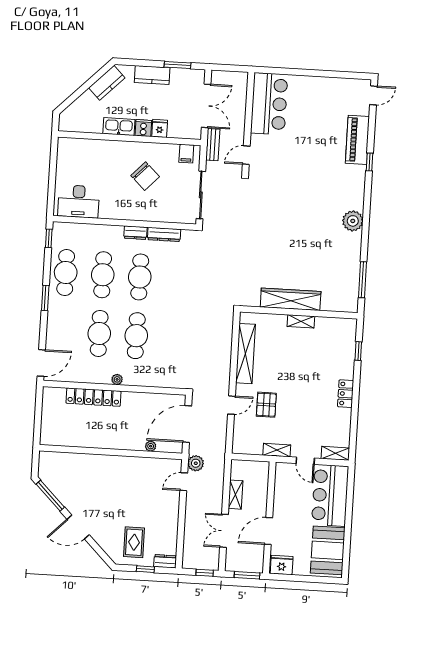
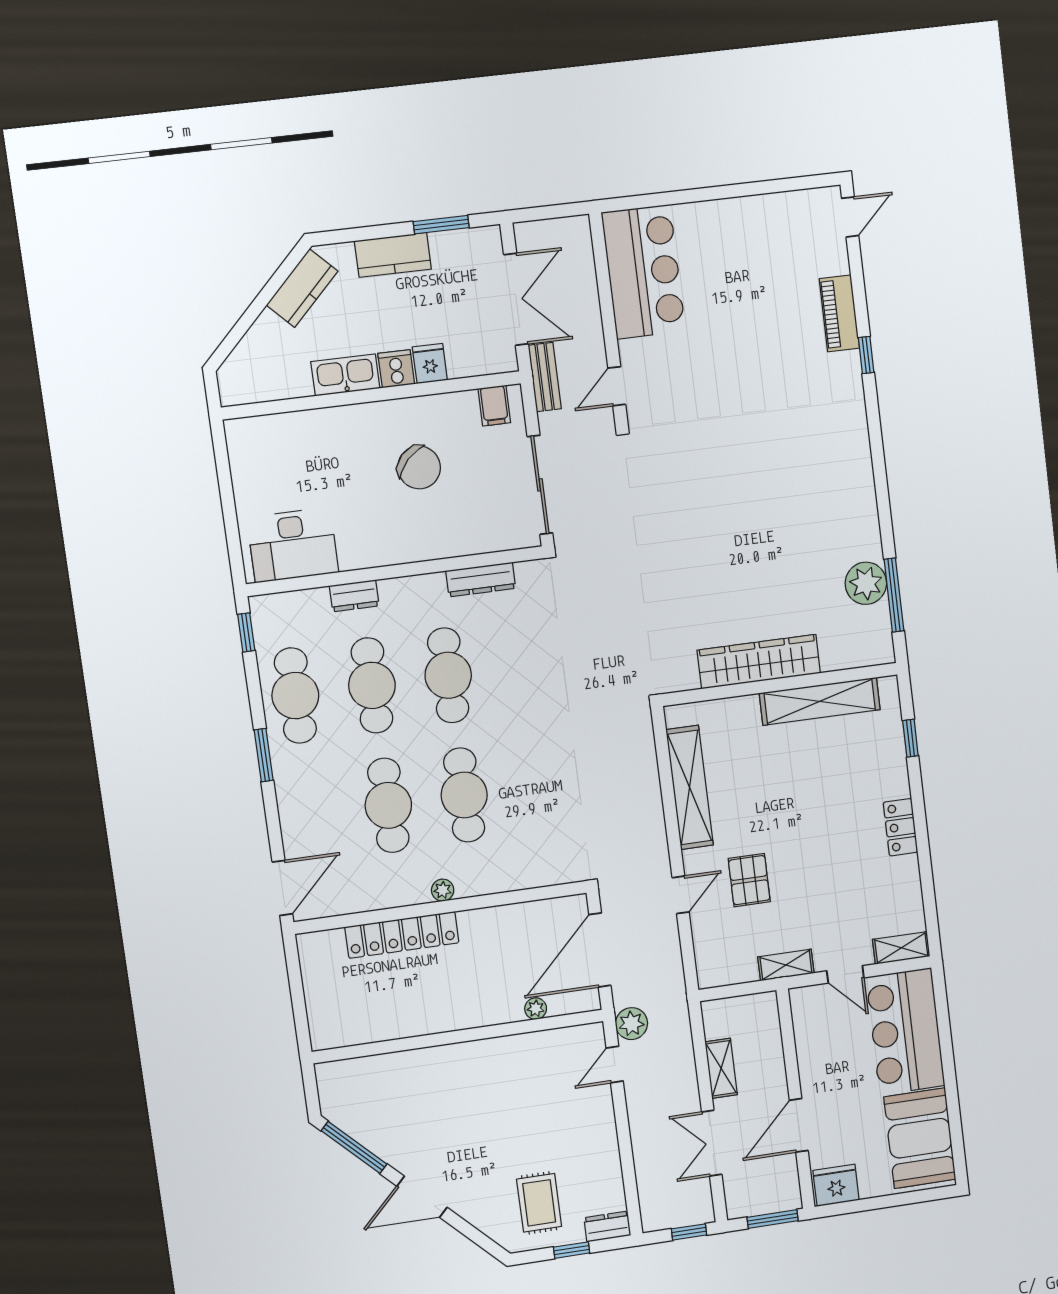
piano: (357, 140) -> (839, 313), width x0.73, depth x0.75
plant: (353, 221) -> (866, 583), moved
dresser: (135, 233) -> (354, 596), moved
shelving: (301, 321) -> (820, 701), width x2.20, depth x1.33

